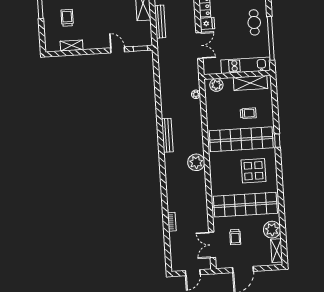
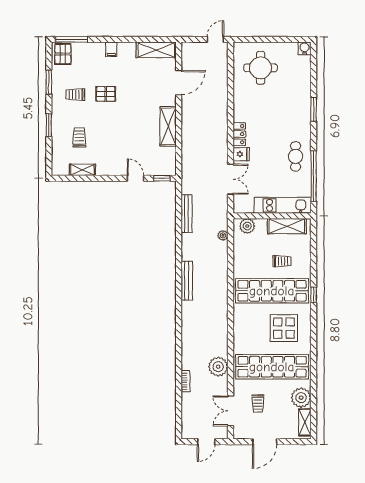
bench: (160, 22) -> (187, 214), moved
plant: (196, 162) -> (218, 367), moved

